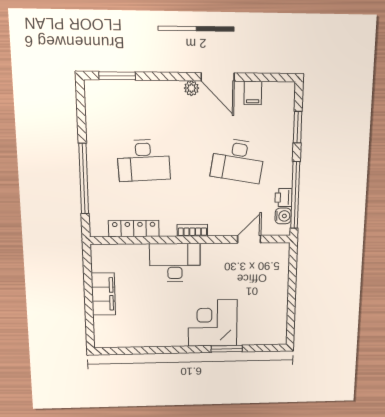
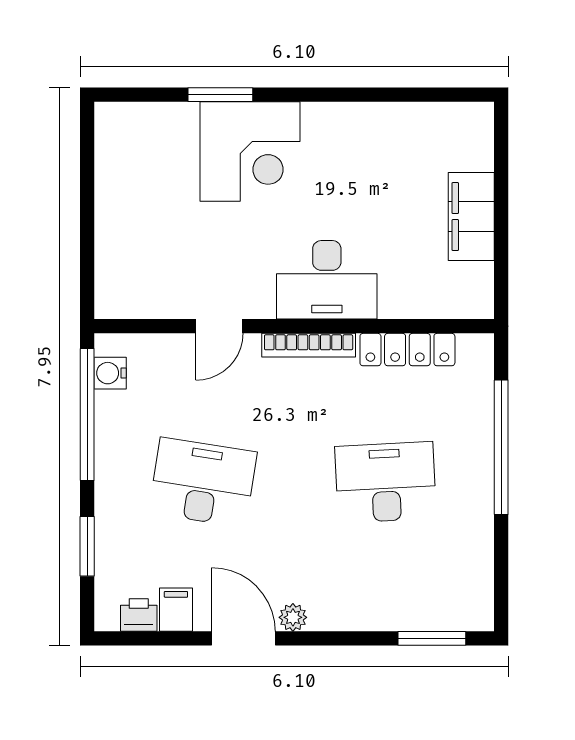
printer: (283, 198) -> (139, 615), moved, turned -90
bookcase: (192, 230) -> (309, 345), width x1.56
door: (249, 239) -> (219, 326), moved

